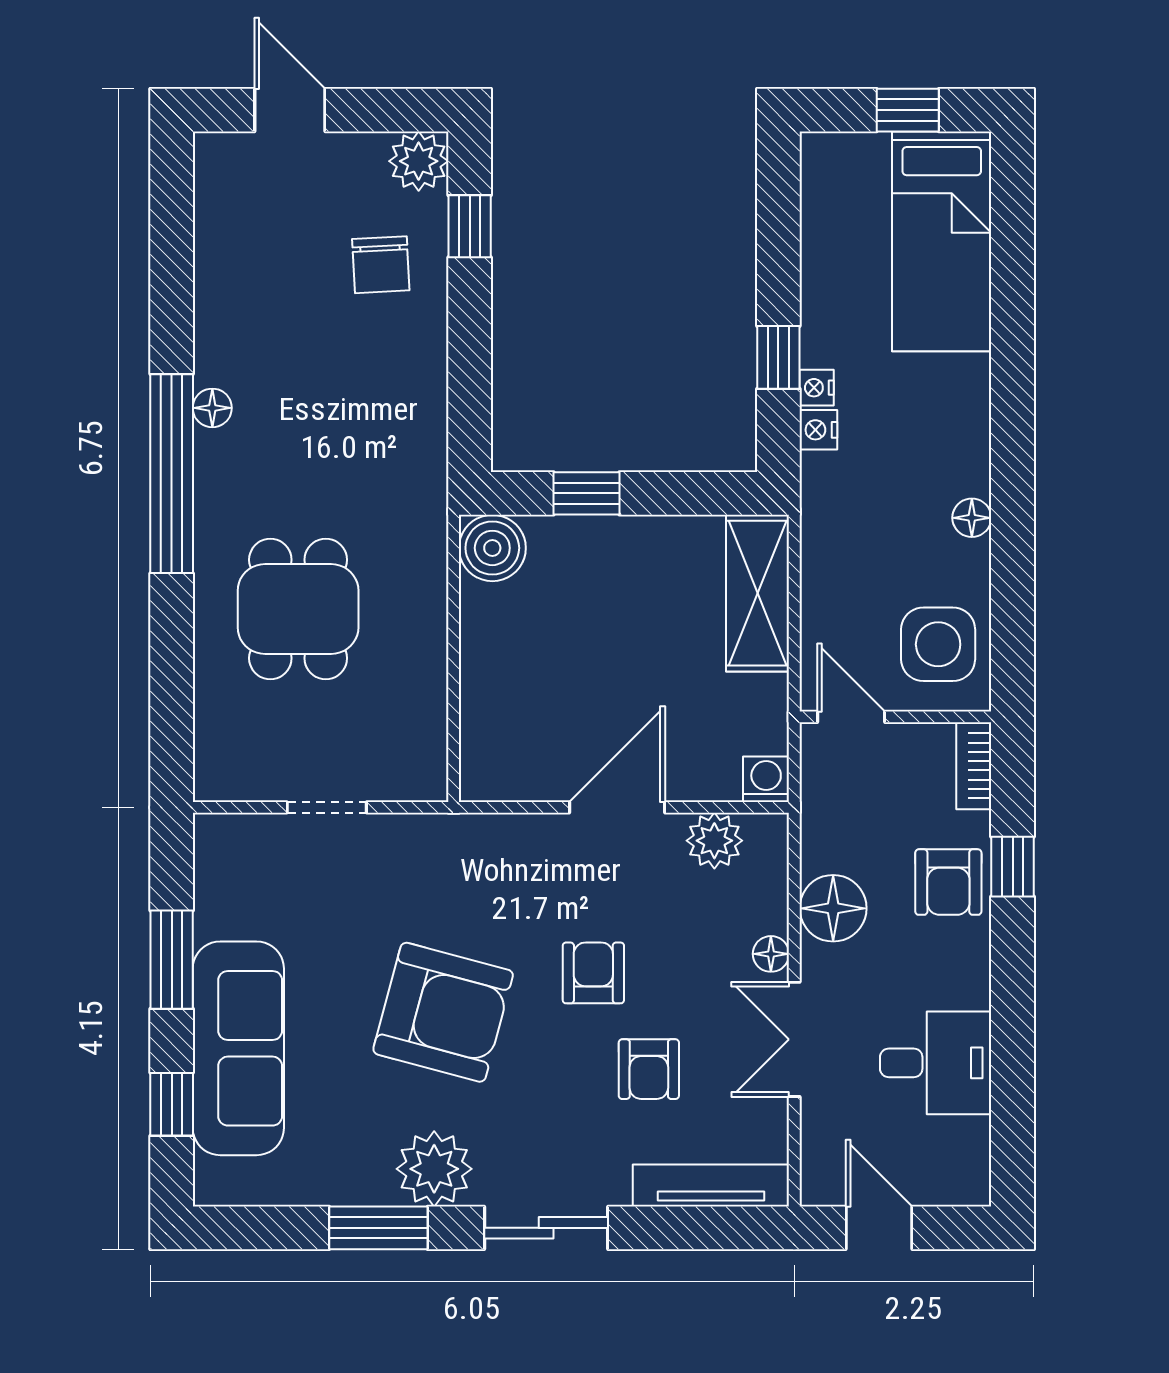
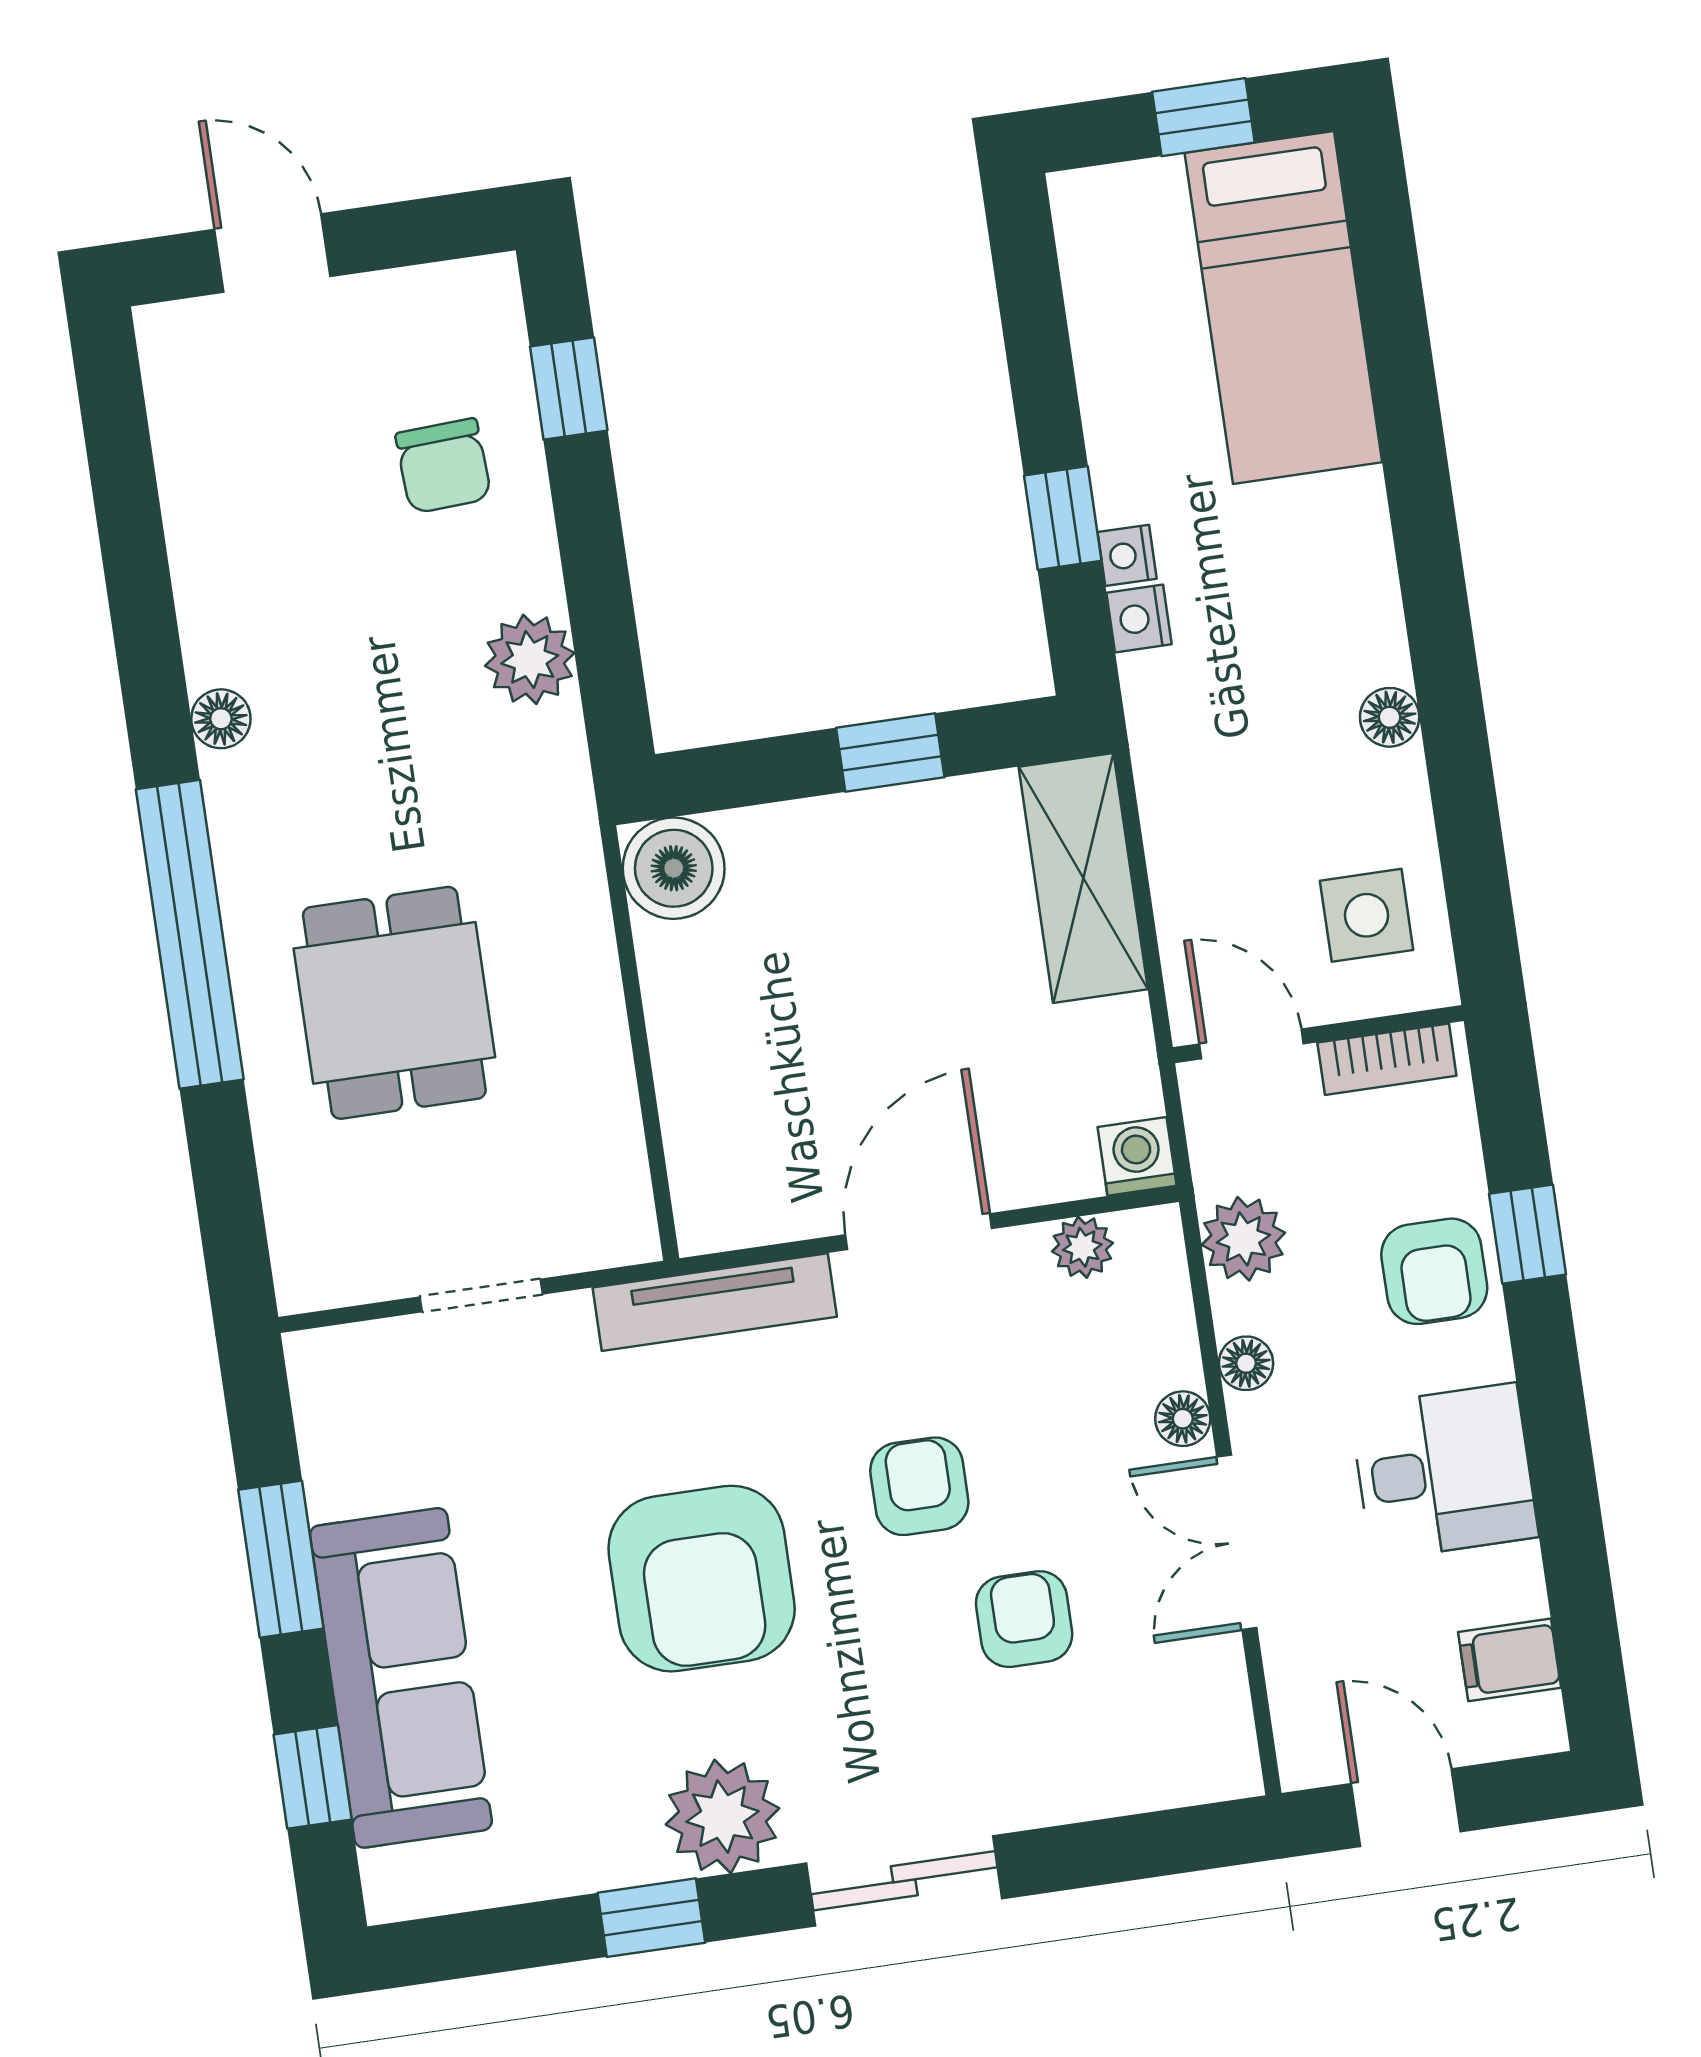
plant: (419, 161) -> (530, 659), moved
window: (172, 474) -> (190, 934), moved
window: (586, 493) -> (890, 753), moved
side table: (938, 644) -> (1367, 915), width x0.73, depth x0.73
bookcase: (974, 766) -> (1387, 1059), moved, turned -90
plant: (714, 841) -> (1082, 1247), width x0.73, depth x0.73
plant: (827, 843) -> (1243, 1239), added
floor lamp: (833, 908) -> (1246, 1363), width x0.53, depth x0.53
armchair: (443, 1012) -> (702, 1579), turned 75
desk: (936, 1063) -> (1444, 1472), moved
armchair: (649, 1069) -> (1024, 1619), turned 180
filing cabinet: (960, 1142) -> (1510, 1660), added
tv unit: (711, 1185) -> (715, 1302), moved, turned 180
window: (378, 1228) -> (651, 1918), width x0.67

